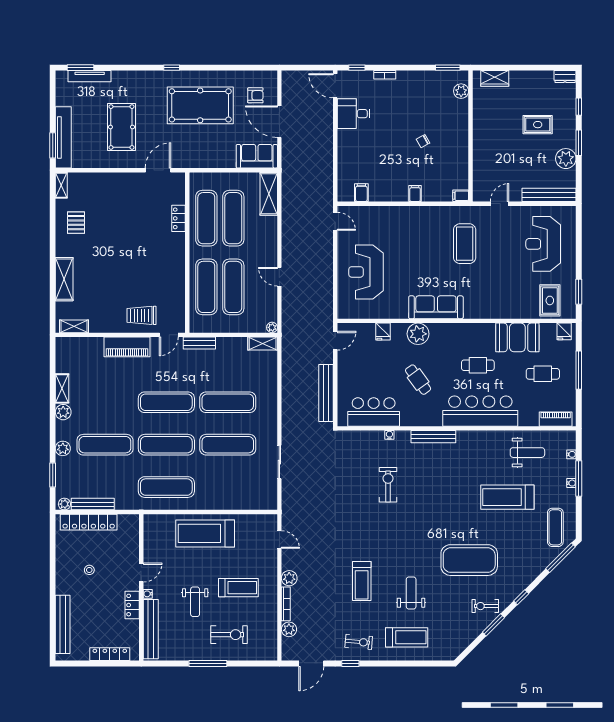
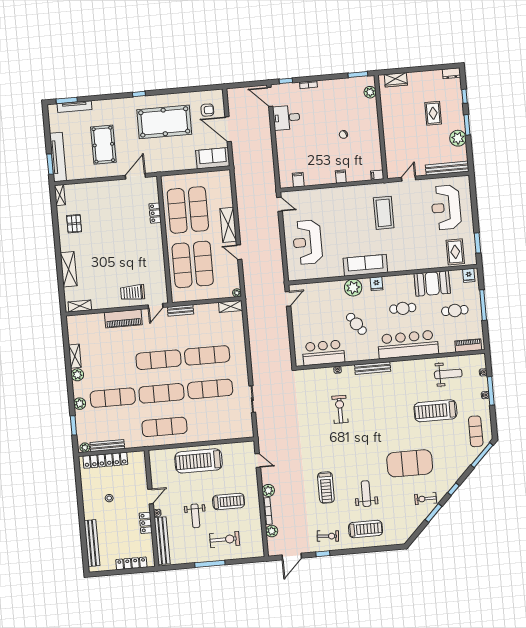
rug: (538, 125) -> (433, 113), turned 90
shelving: (269, 194) -> (228, 225), moved
fridge: (383, 332) -> (376, 284), moved
bench: (326, 393) -> (284, 341), removed

